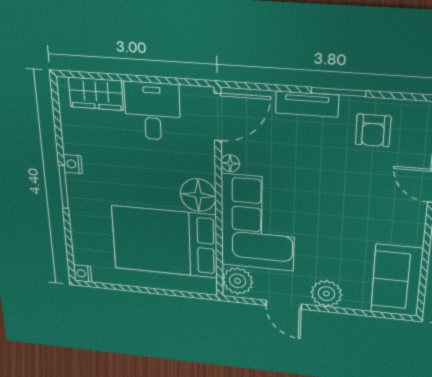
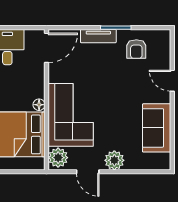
floor lamp: (230, 163) -> (54, 77), removed
floor lamp: (198, 195) -> (39, 105), width x0.53, depth x0.53
sofa: (397, 280) -> (157, 128), moved

